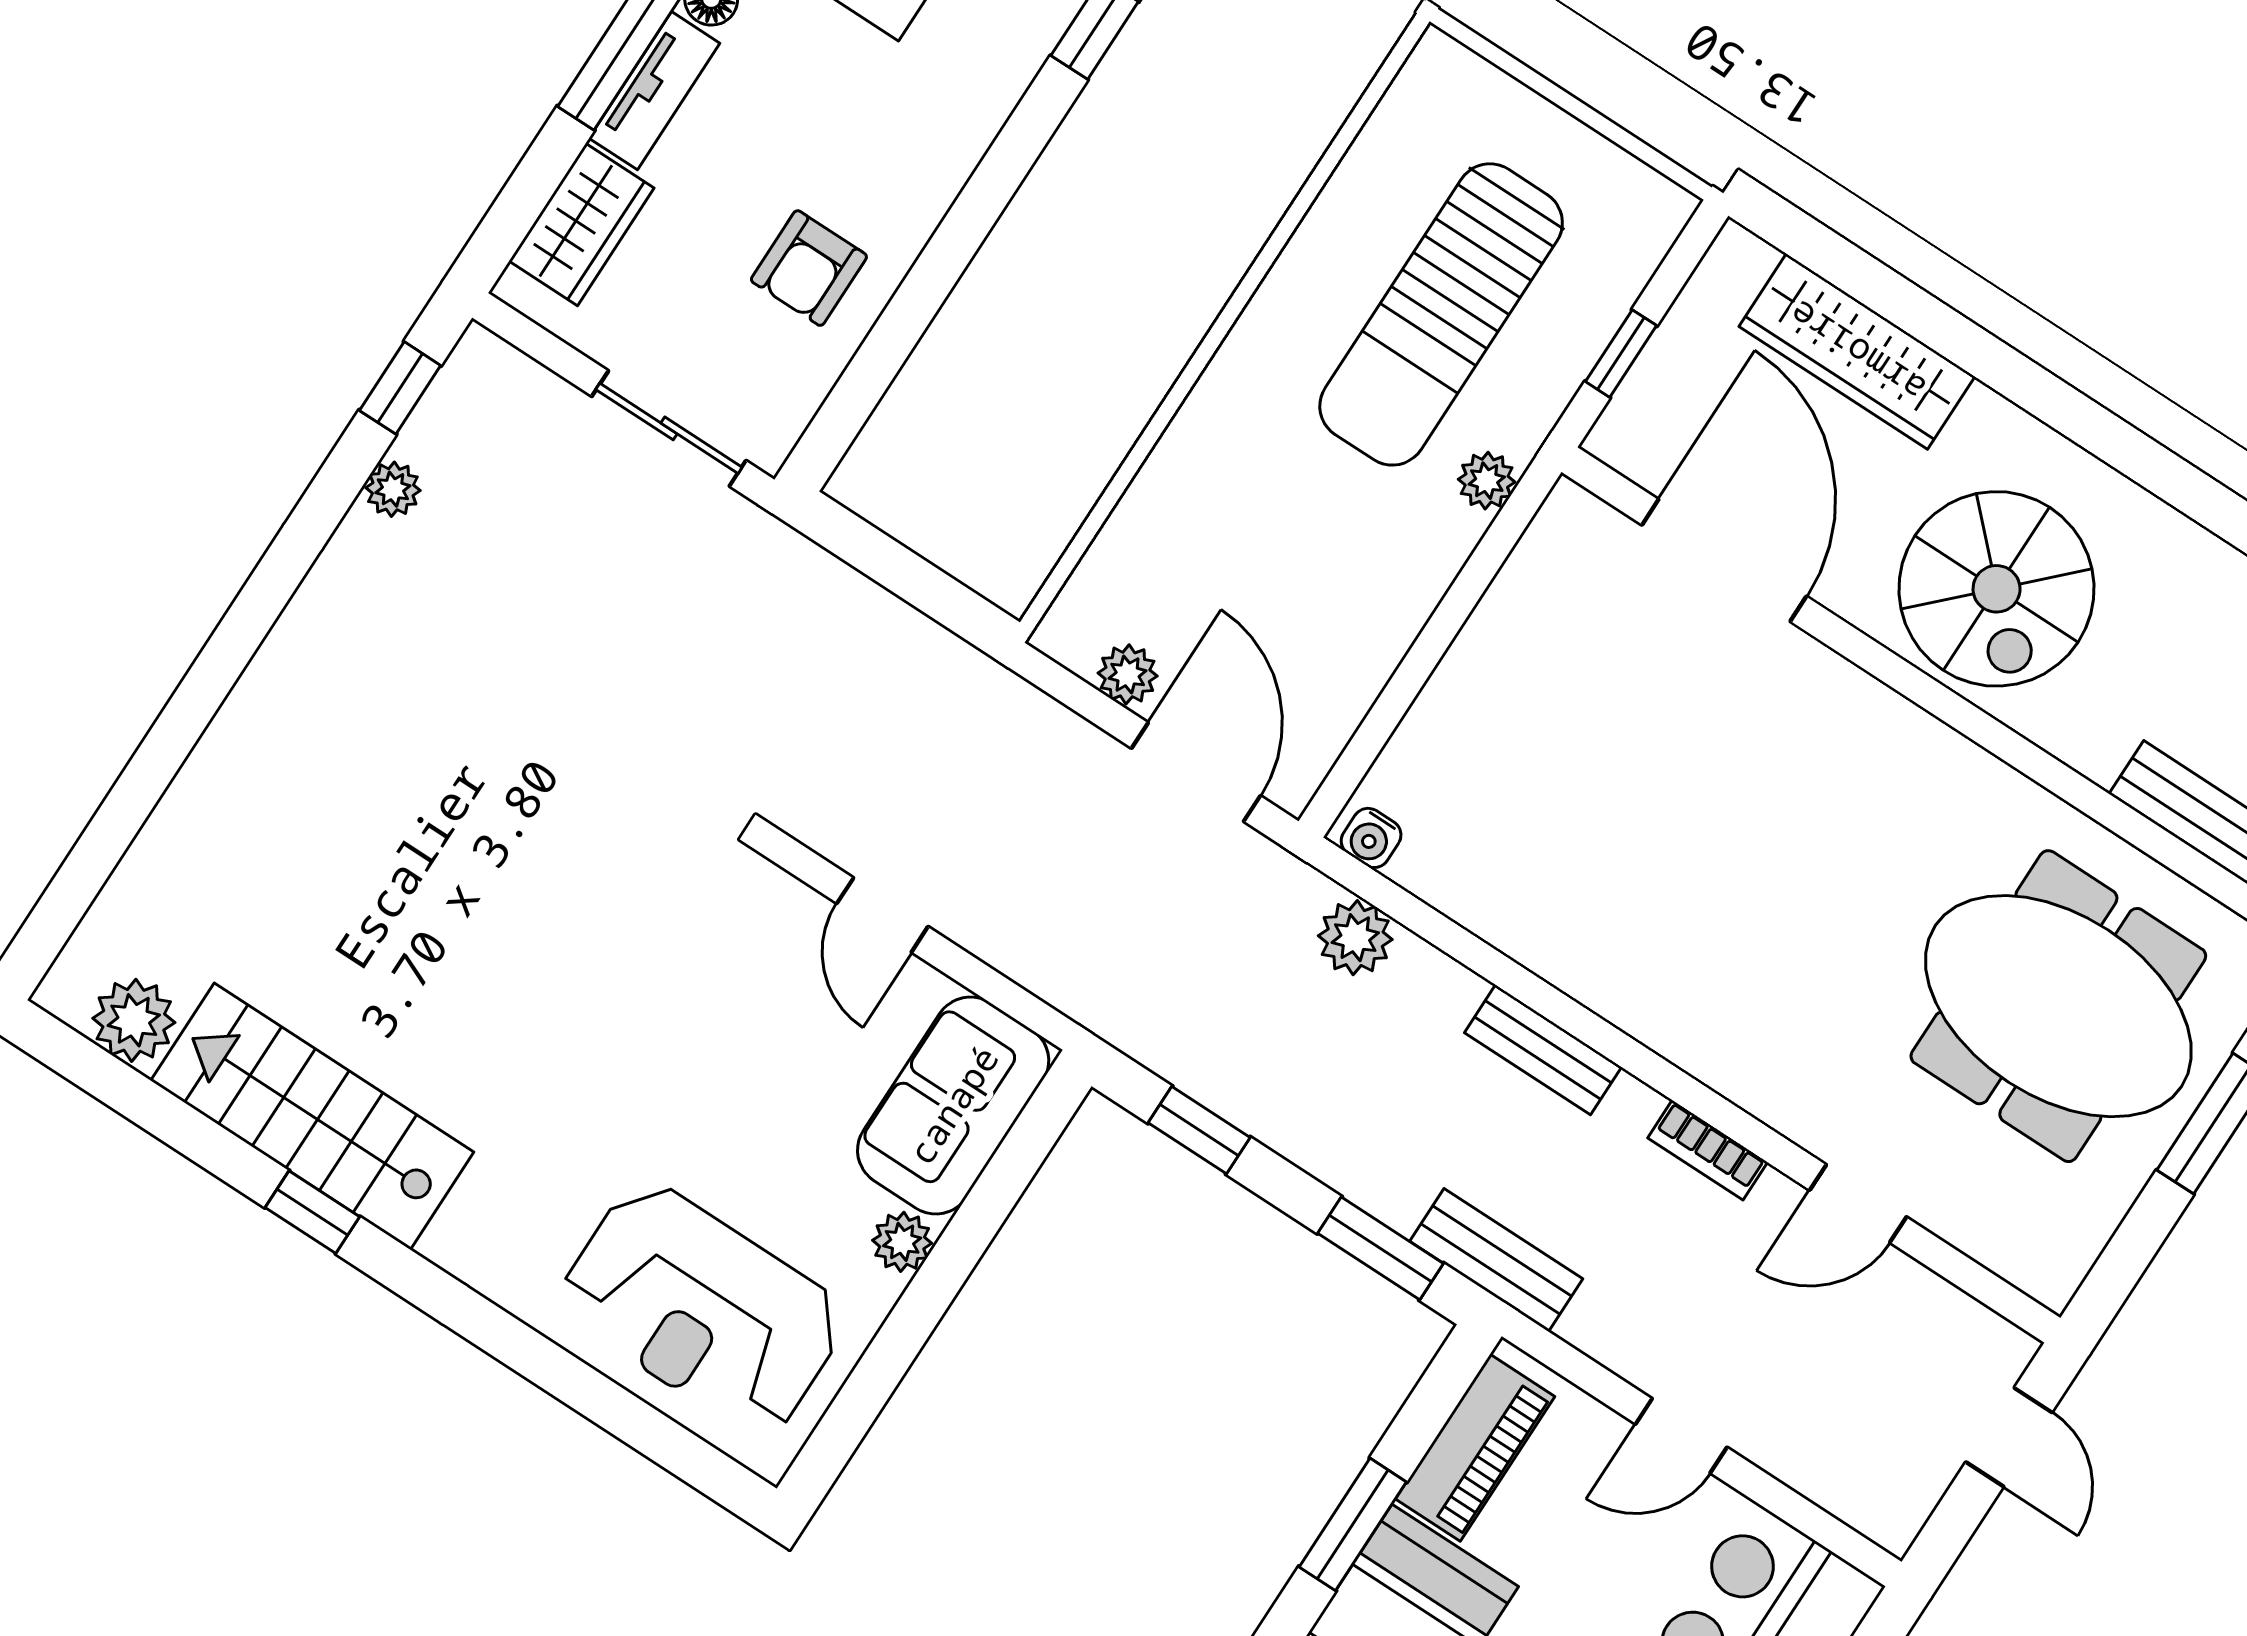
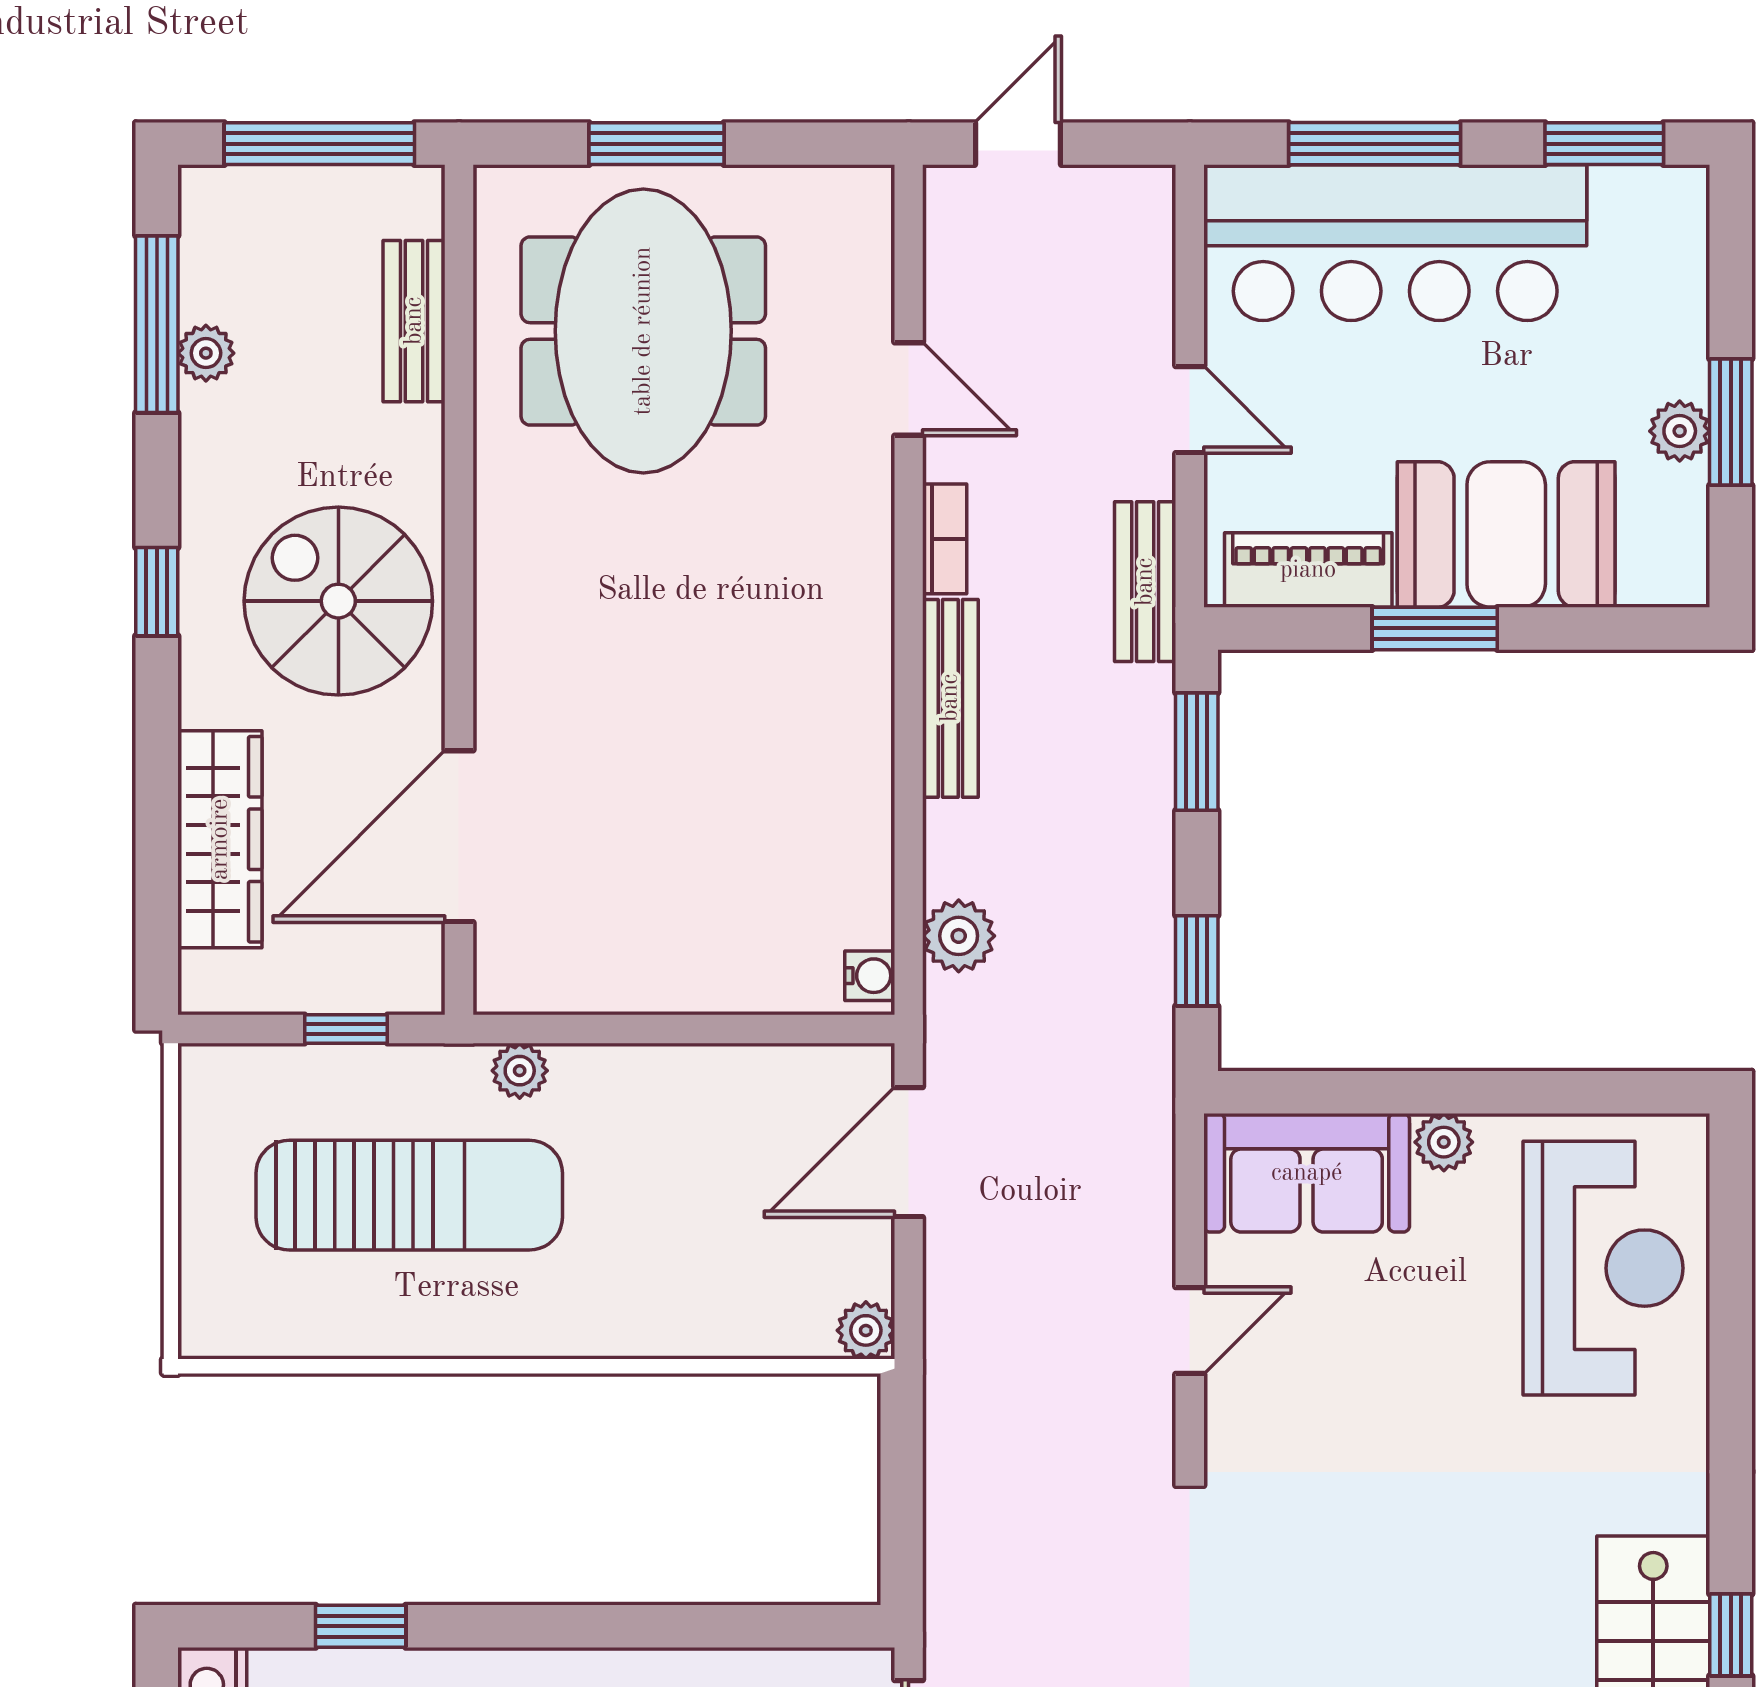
window: (2107, 437) -> (157, 592), added
spiral stairs: (1997, 589) -> (338, 601), turned -90
plant: (1128, 674) -> (866, 1330), moved
bench: (1543, 1050) -> (950, 698), width x1.36
bench: (1496, 1260) -> (1145, 582), moved

